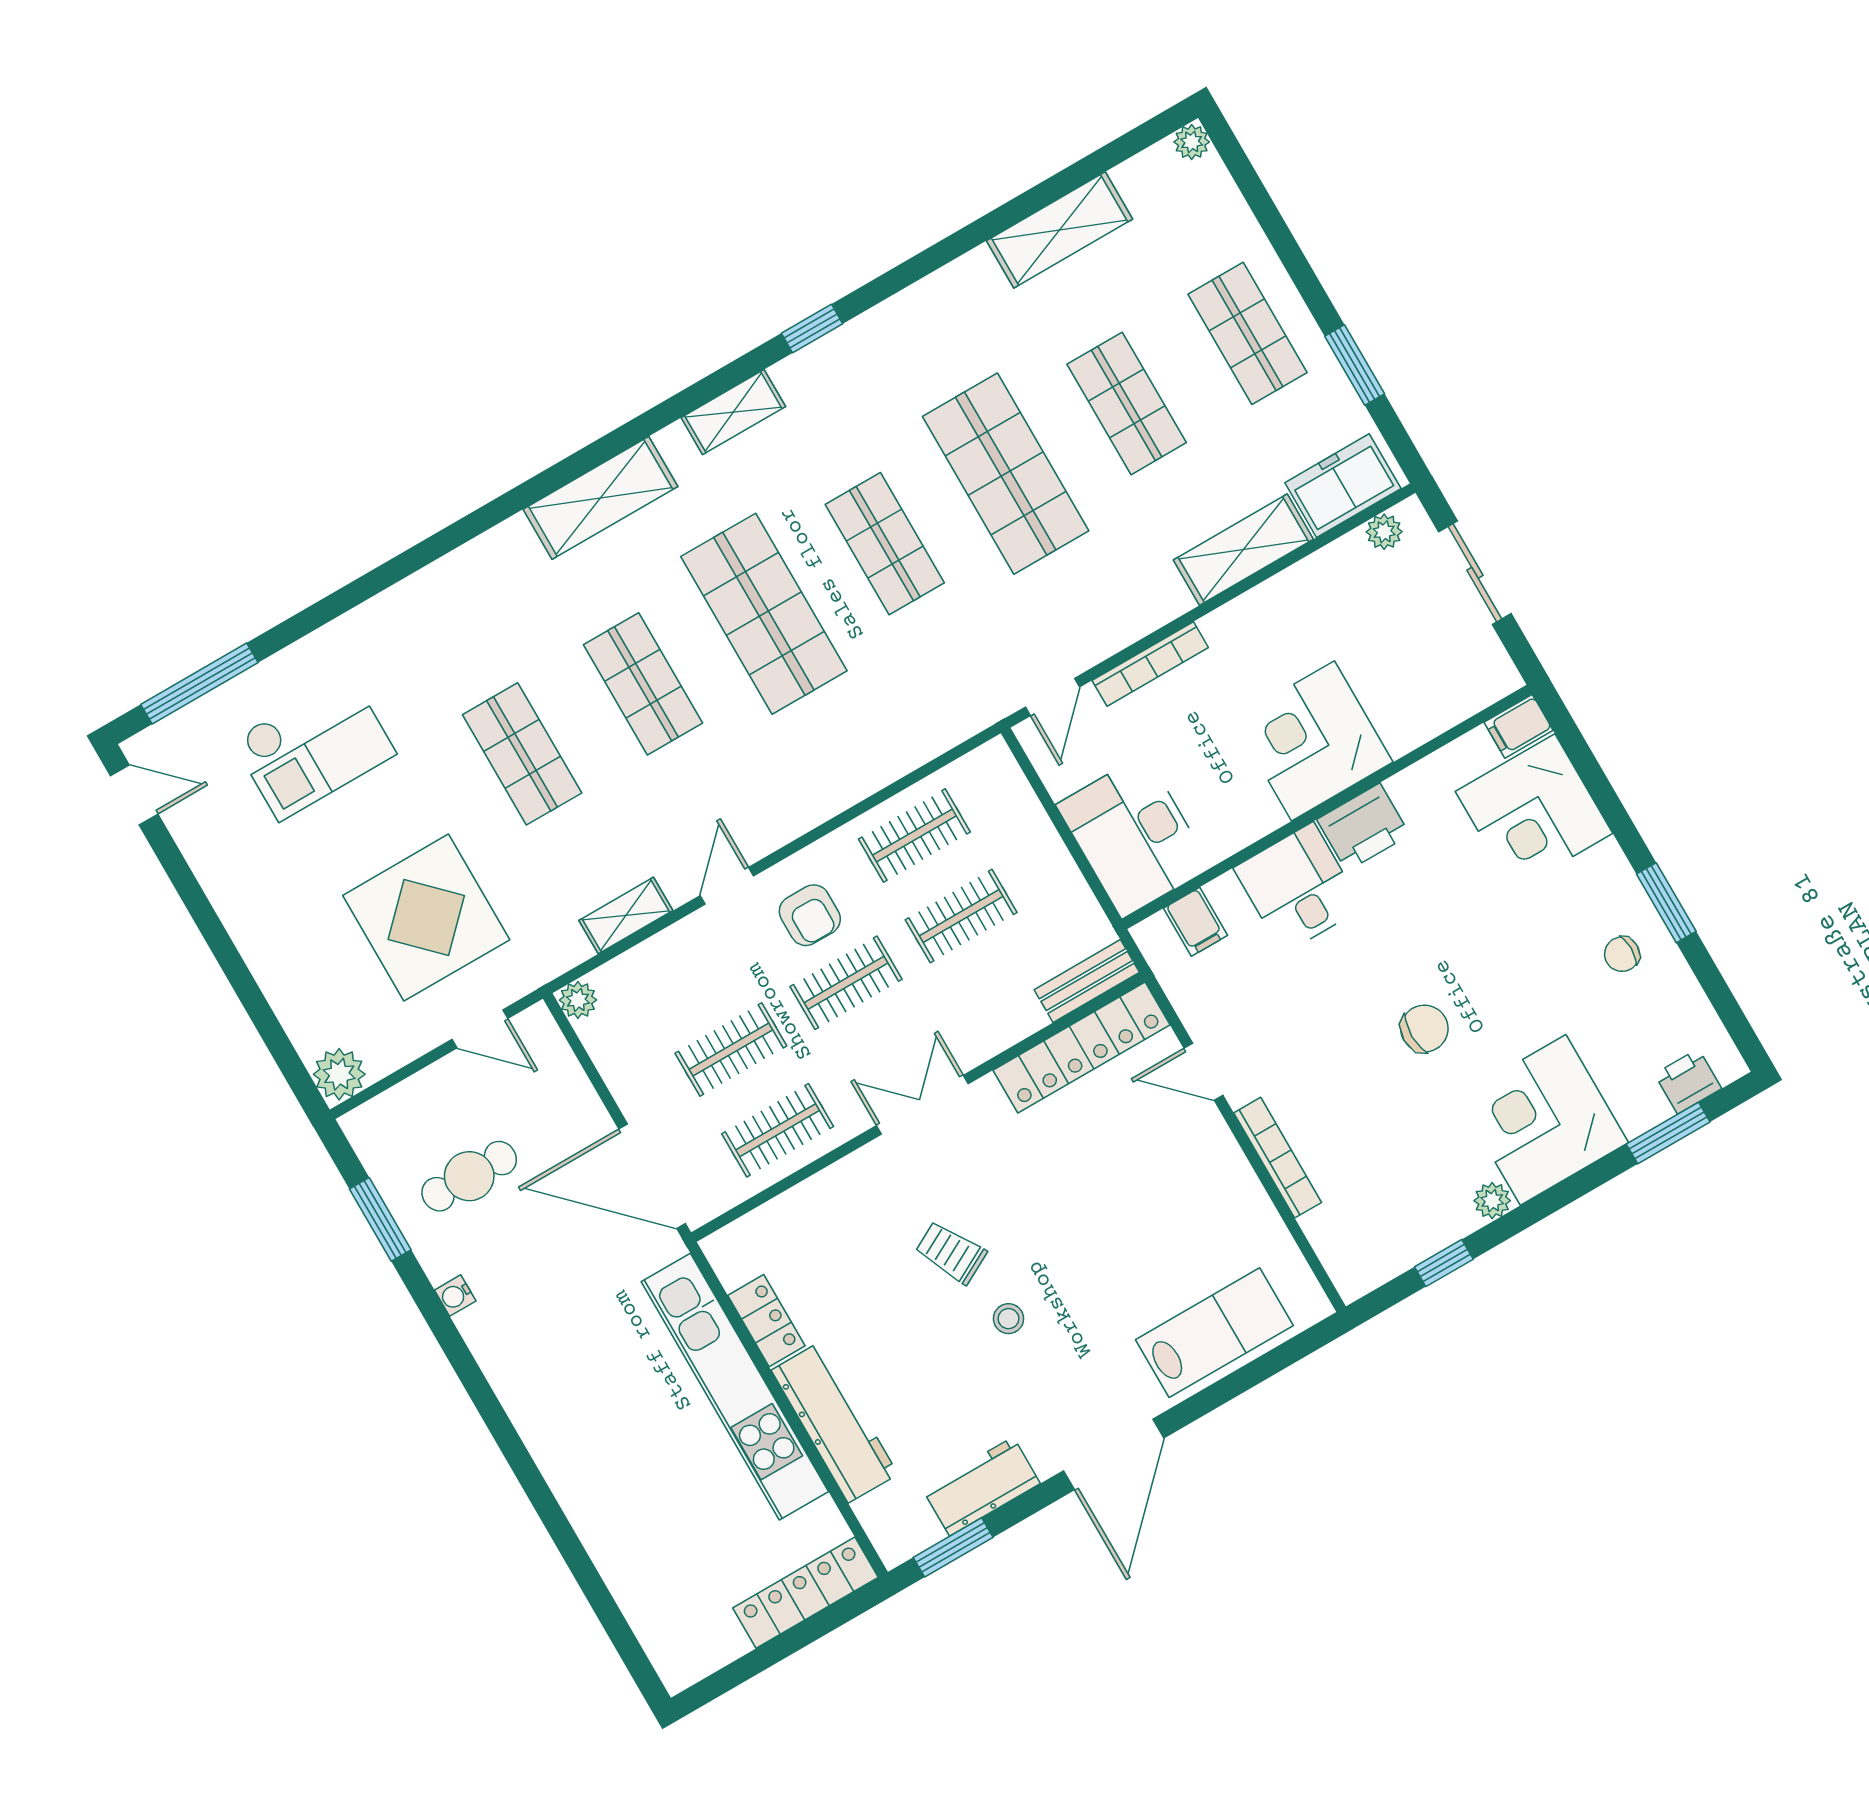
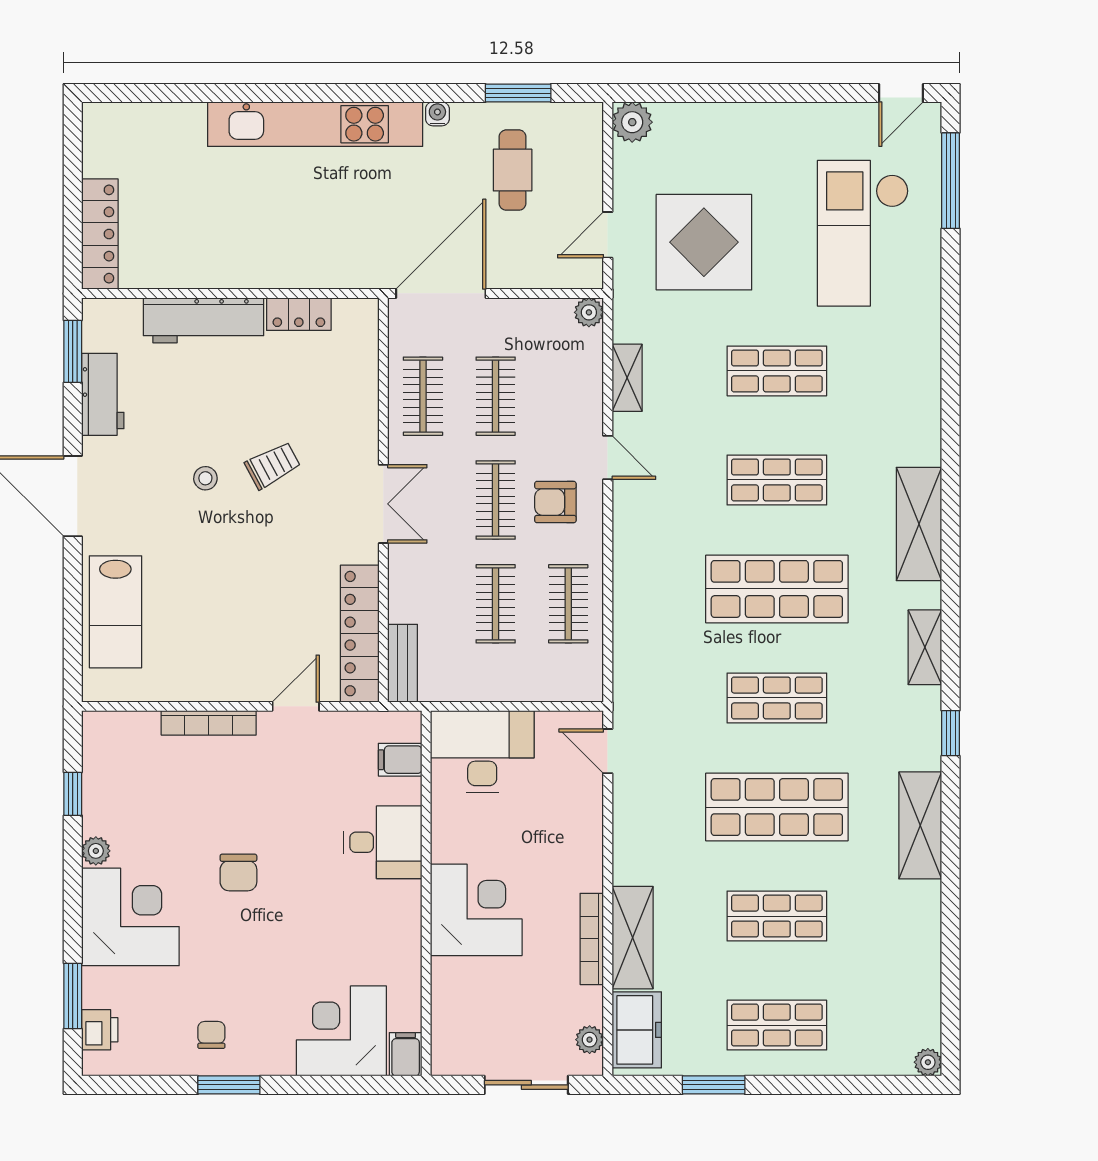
shelving: (1059, 230) -> (920, 825), moved
bookcase: (1150, 664) -> (592, 939), moved
checkout: (314, 747) -> (863, 233), width x1.36, depth x1.21
printer: (1363, 827) -> (398, 910), removed
kitchen unit: (735, 1387) -> (315, 124), moved, turned 180

